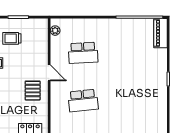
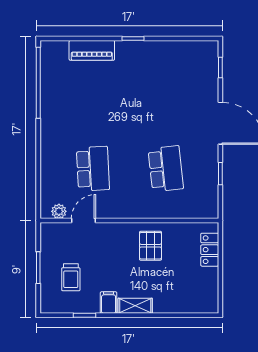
piano: (160, 33) -> (92, 50), moved
door: (49, 73) -> (84, 221), moved
pallet: (33, 91) -> (150, 246), turned 90

